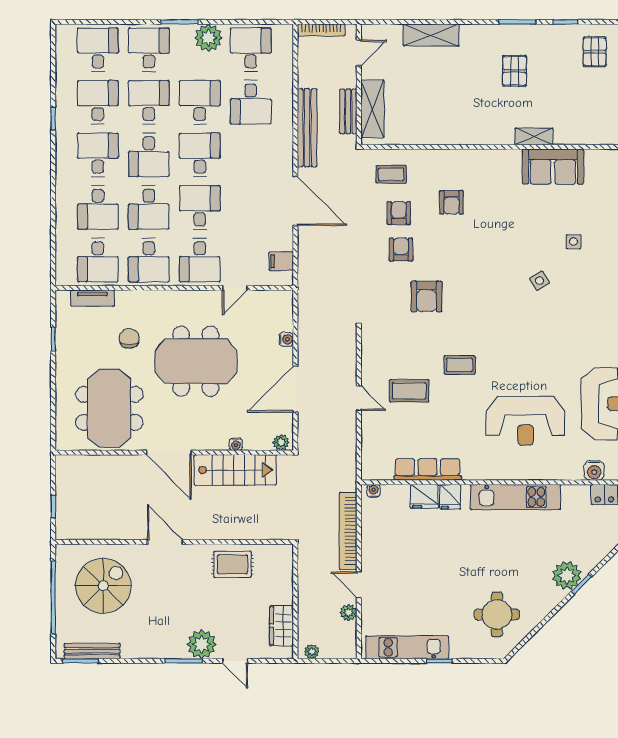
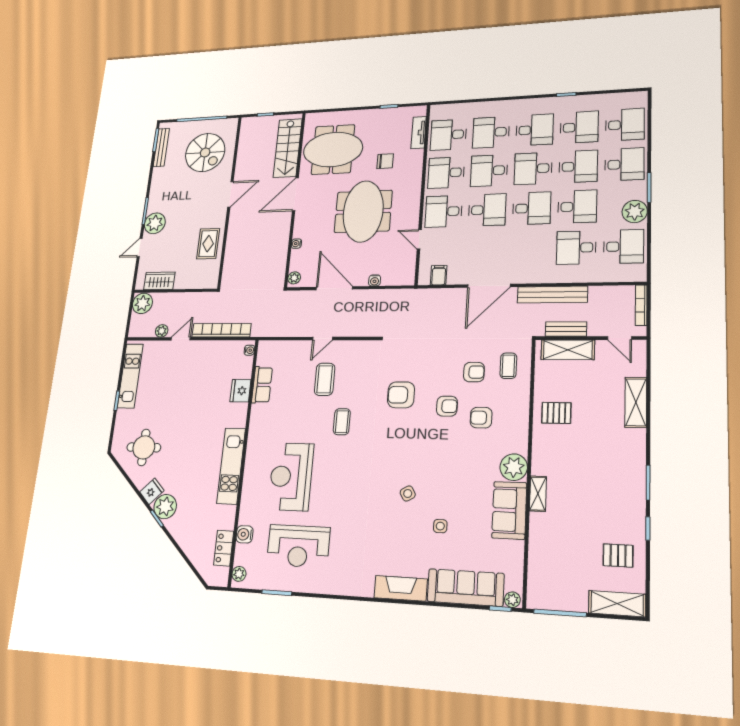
pallet: (515, 71) -> (556, 413), moved
plant: (506, 164) -> (514, 467), added
armchair: (401, 250) -> (447, 406), moved
row of seats: (428, 469) -> (262, 385), width x0.68
stairs: (235, 470) -> (288, 148), moved
fridge: (450, 497) -> (152, 491), moved, turned 135
plant: (312, 652) -> (142, 303), width x1.88, depth x1.88

